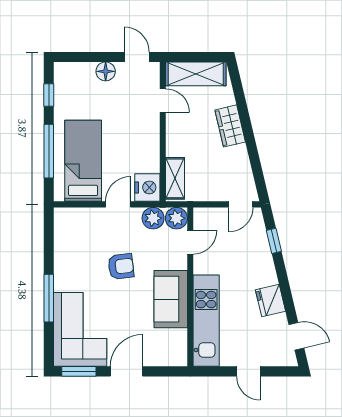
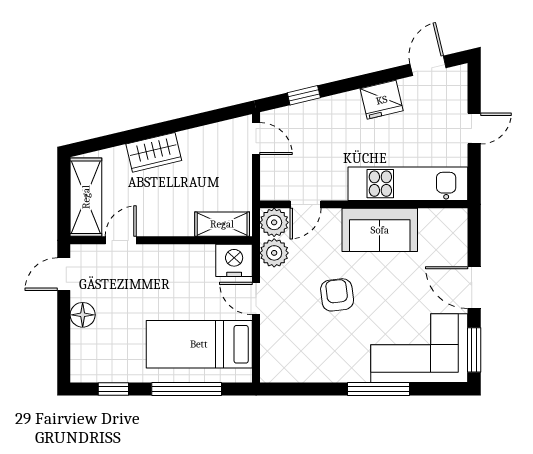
door: (190, 242) -> (306, 204), swing flipped

